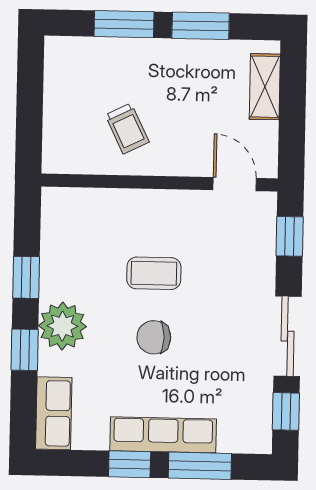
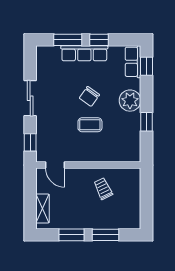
chair: (154, 337) -> (89, 96), turned 125
window: (25, 350) -> (147, 66), moved
window: (286, 411) -> (30, 65), removed

